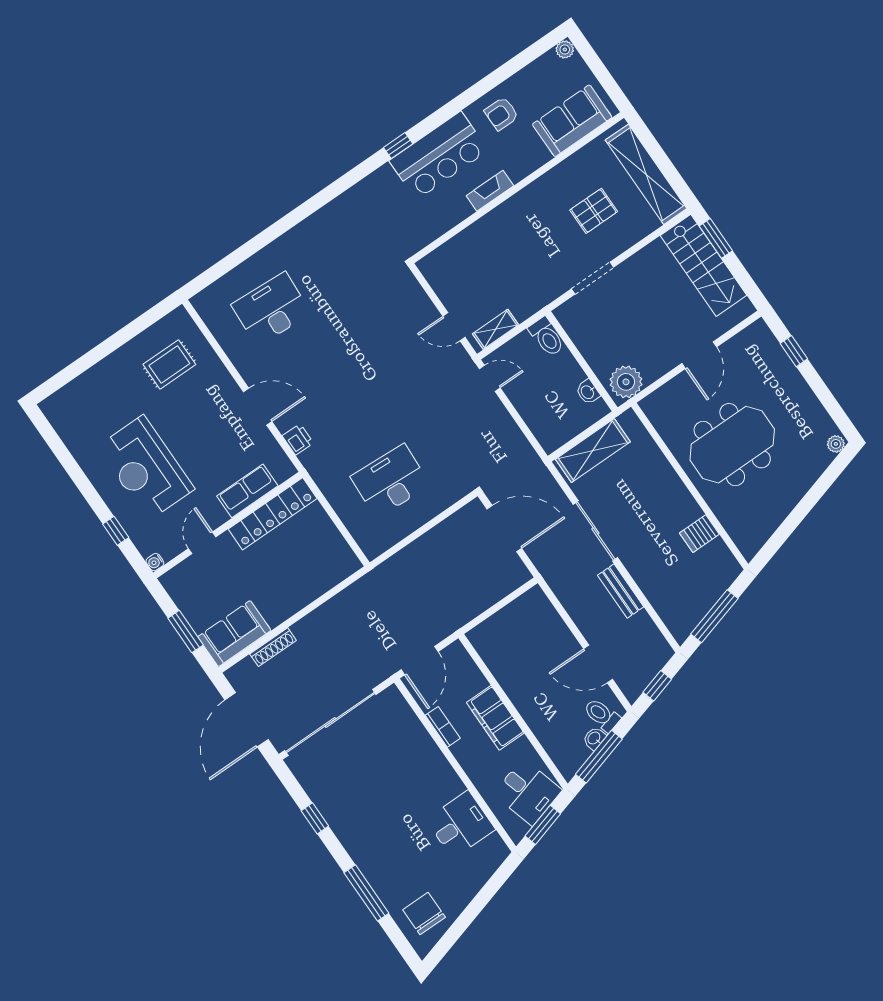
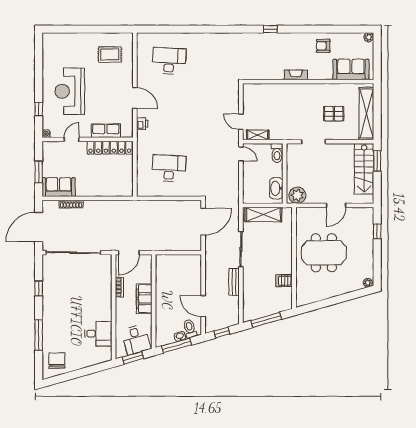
bar counter: (439, 156) -> (284, 45), removed
washbasin: (588, 392) -> (276, 188), width x1.91, depth x1.45
door: (504, 529) -> (203, 222), hinge flipped

